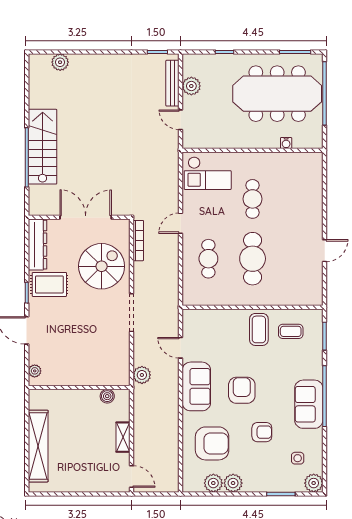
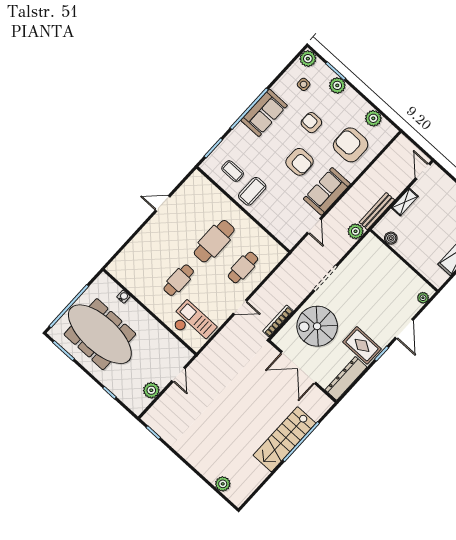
bench: (172, 83) -> (377, 211), moved
armchair: (242, 390) -> (300, 162), turned -90
plant: (233, 483) -> (337, 85), moved

